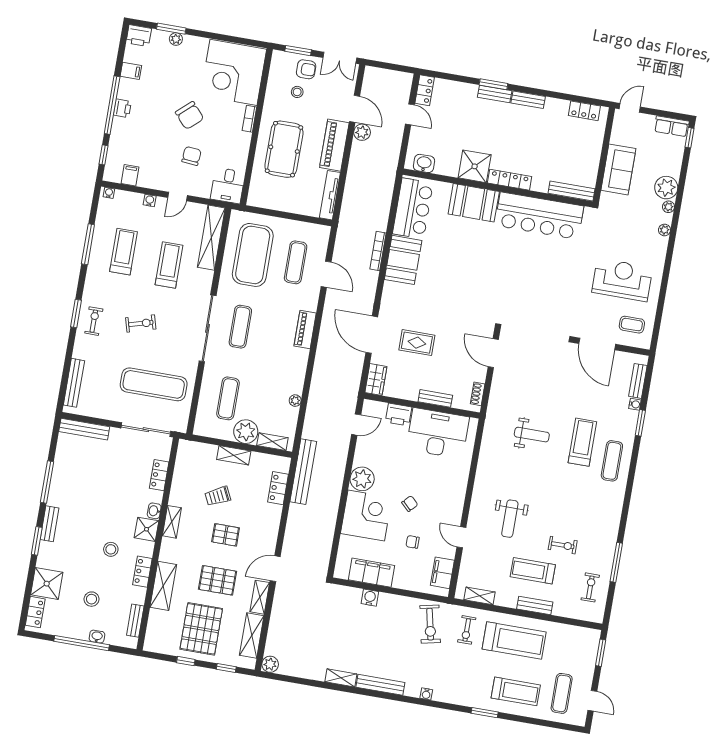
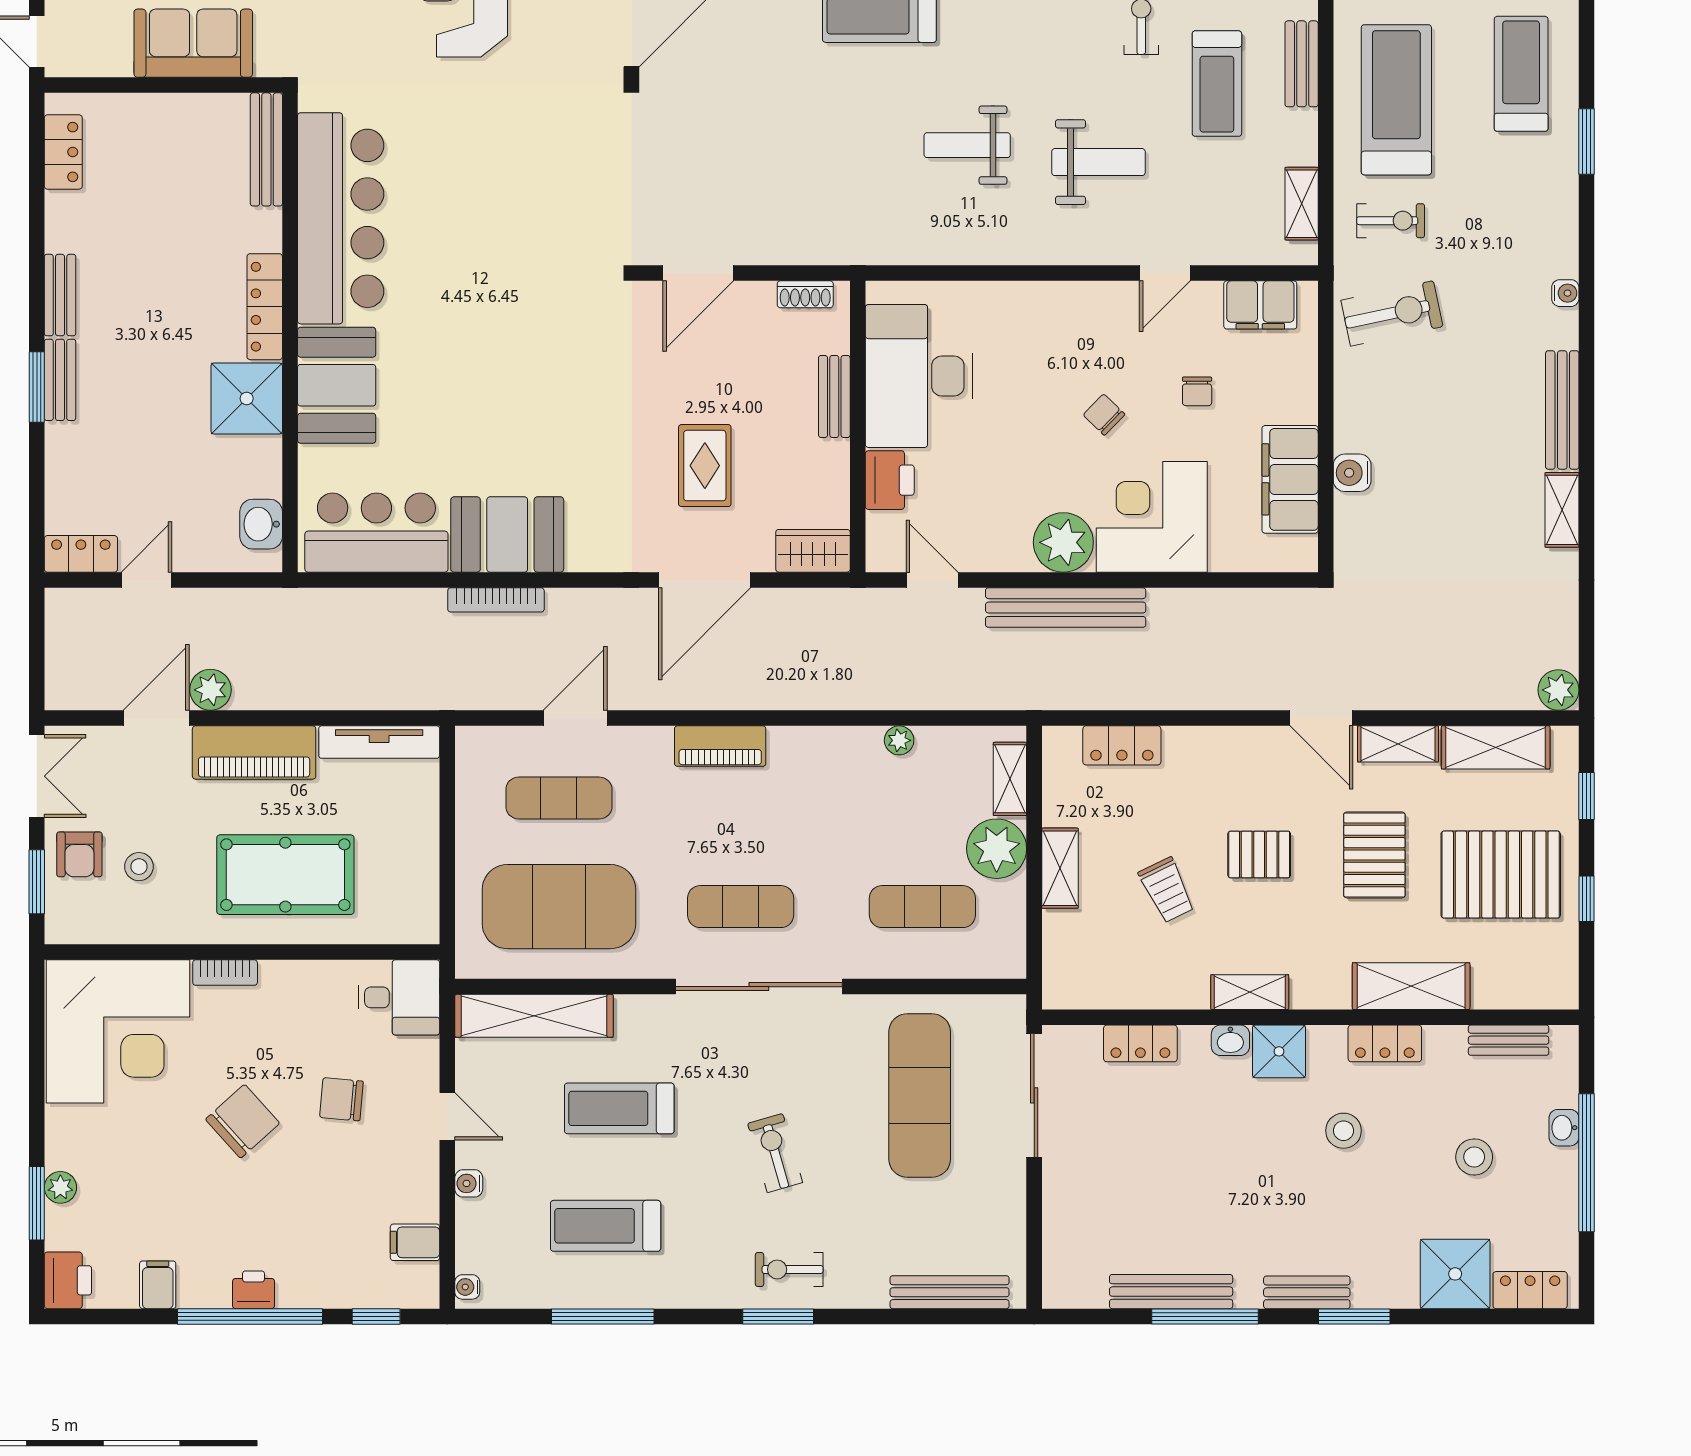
armchair: (306, 69) -> (79, 854), turned 180
bench: (84, 429) -> (1171, 1292), moved, turned 90
weight bench: (532, 435) -> (967, 145), moved, turned -90
bench: (303, 472) -> (1066, 608), moved
pallet: (226, 535) -> (1259, 854), turned 90

